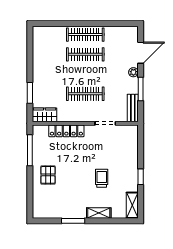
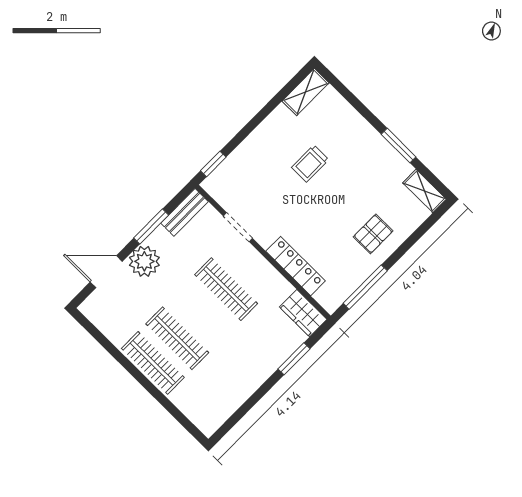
plant: (133, 72) -> (144, 261), width x1.87, depth x1.87
window: (141, 177) -> (213, 164), moved
shelving: (99, 213) -> (425, 191), moved

